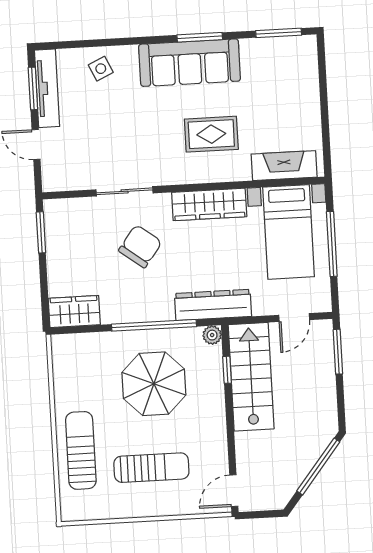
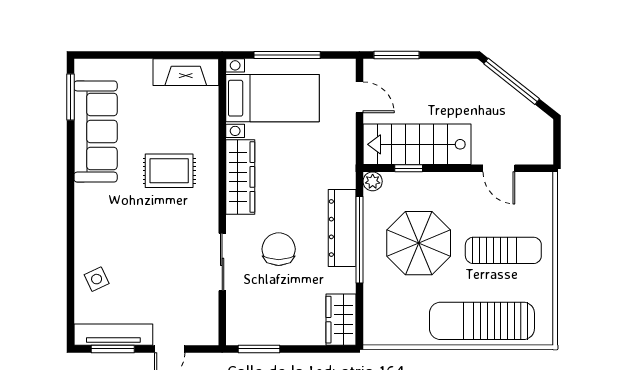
window: (200, 37) -> (70, 177), removed
sofa: (190, 63) -> (96, 132), moved
rug: (211, 134) -> (169, 171), turned 90
fireplace: (284, 166) -> (186, 72), moved, turned -90
chair: (140, 246) -> (279, 249), turned 53
dresser: (213, 305) -> (342, 228), moved
sun lounger: (81, 450) -> (482, 321), width x1.36, depth x1.34
sun lounger: (151, 468) -> (503, 250), turned 90
door: (234, 491) -> (499, 168), moved

